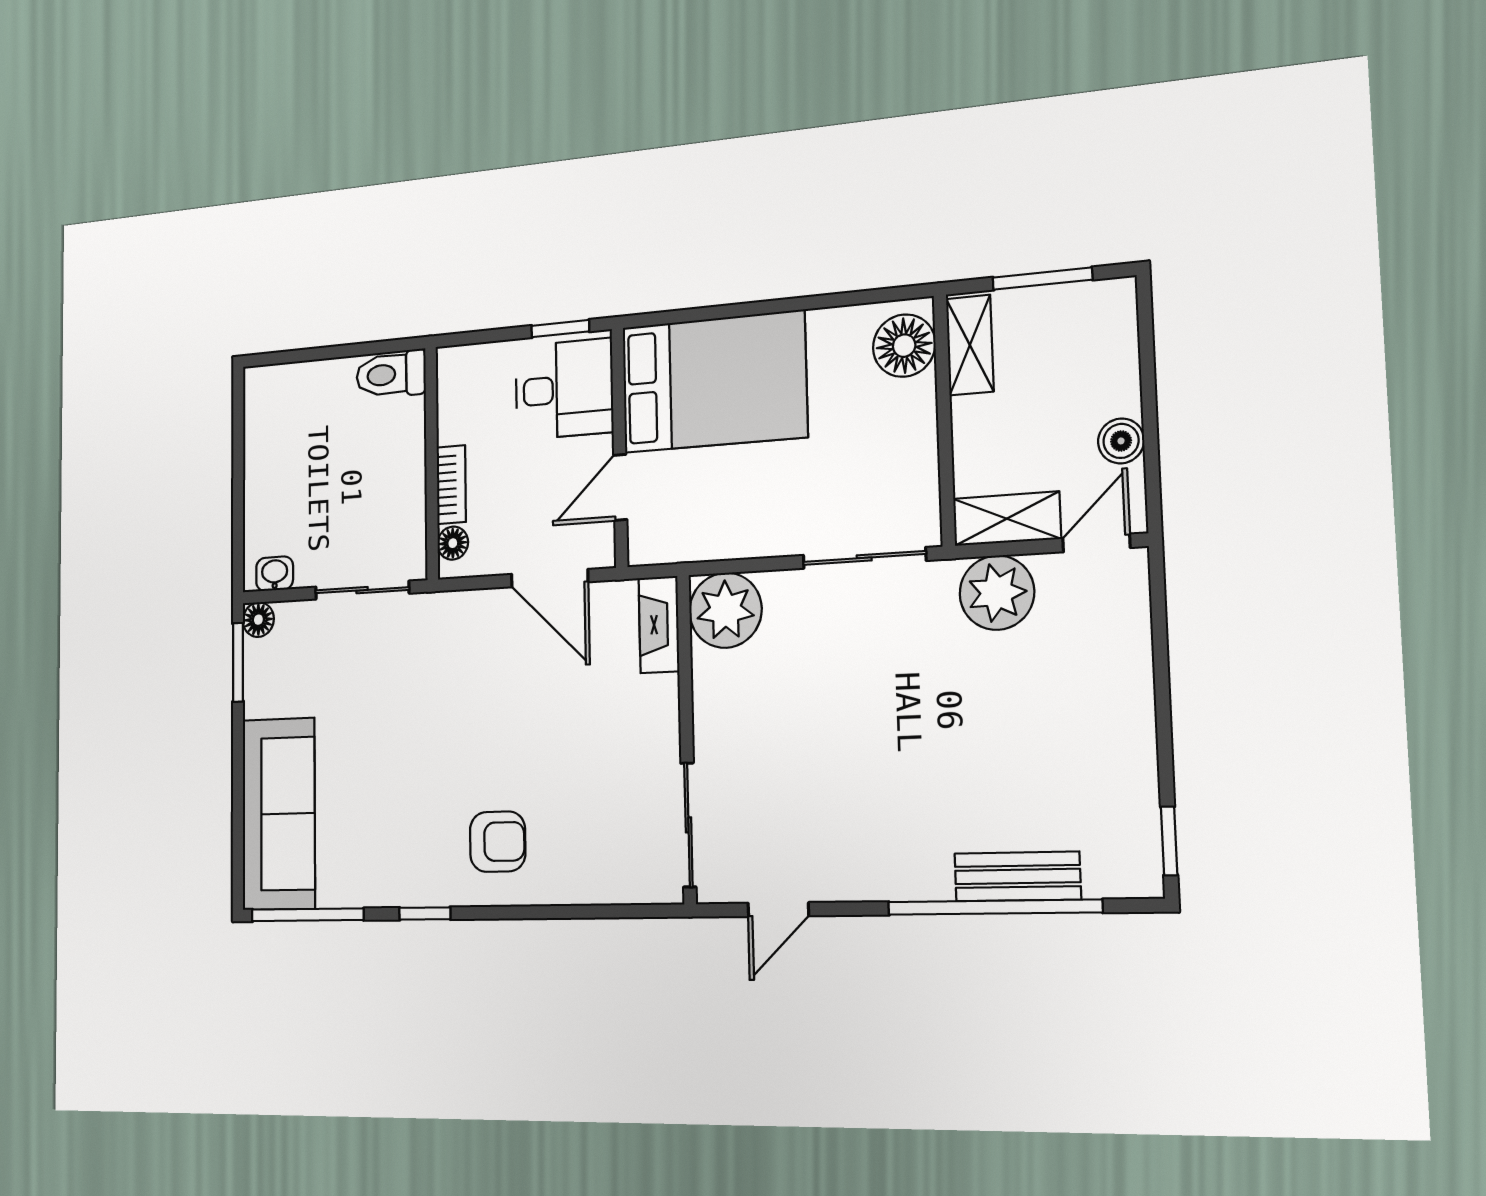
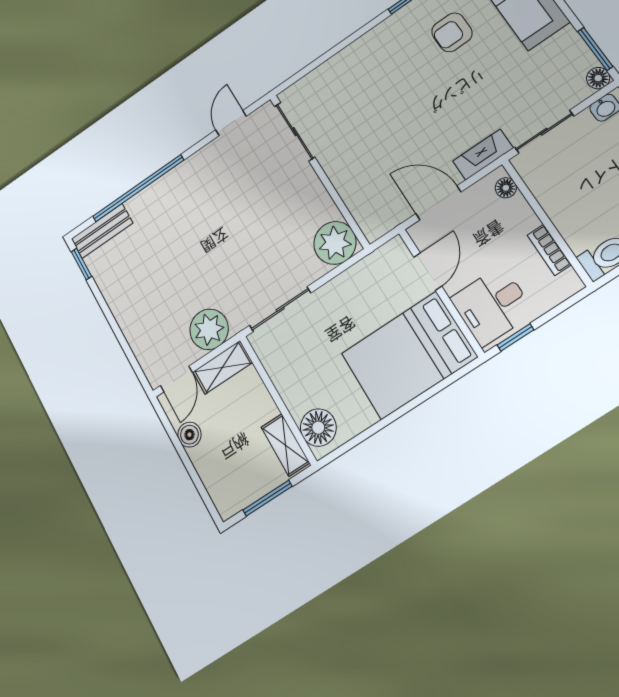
bookcase: (451, 485) -> (549, 250), moved
fireplace: (659, 625) -> (483, 155), moved, turned -90
armchair: (498, 842) -> (452, 32), moved
bench: (1017, 876) -> (102, 231), moved

